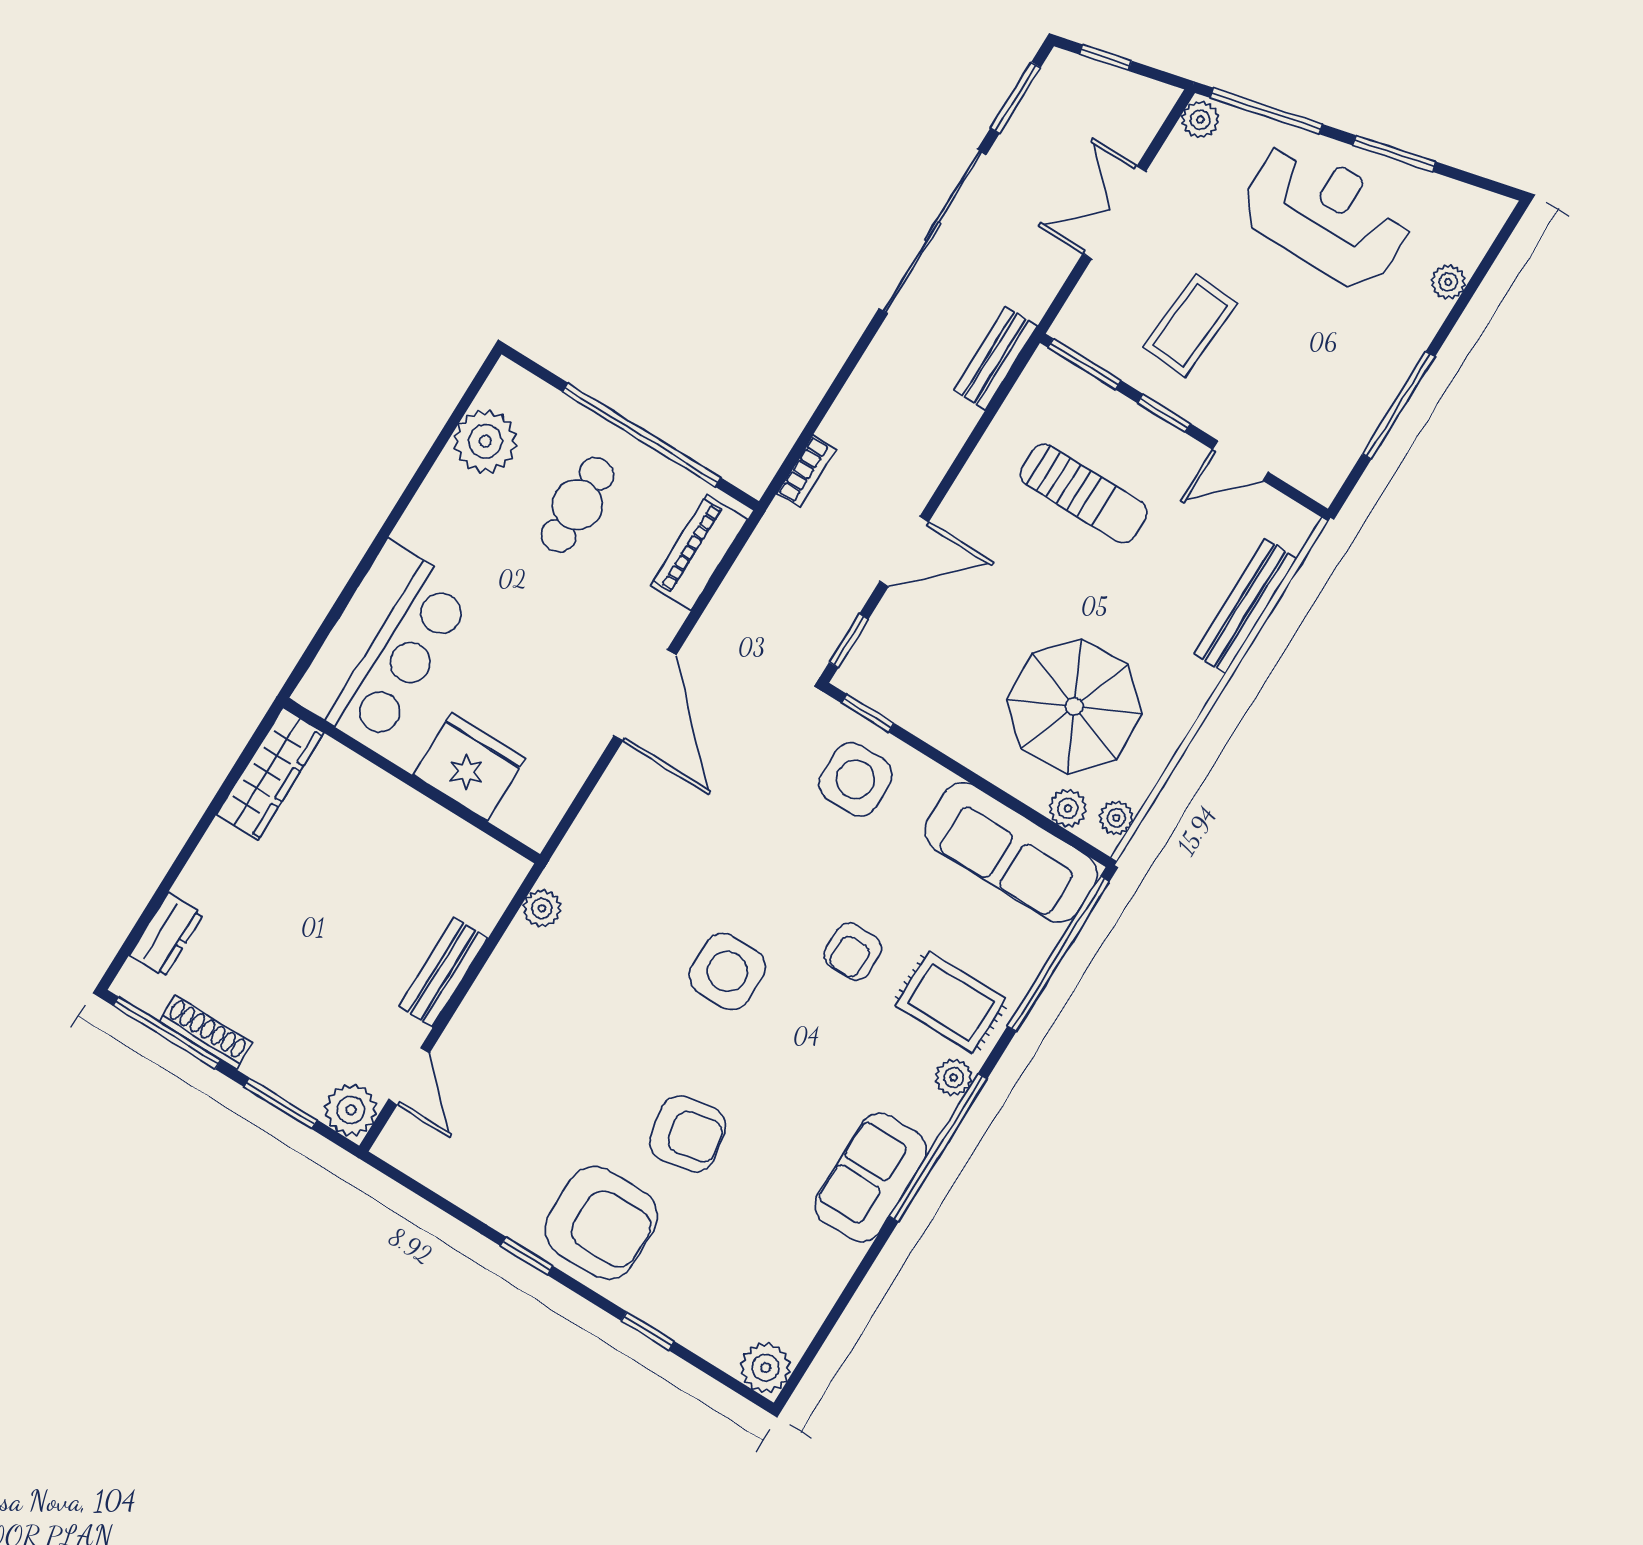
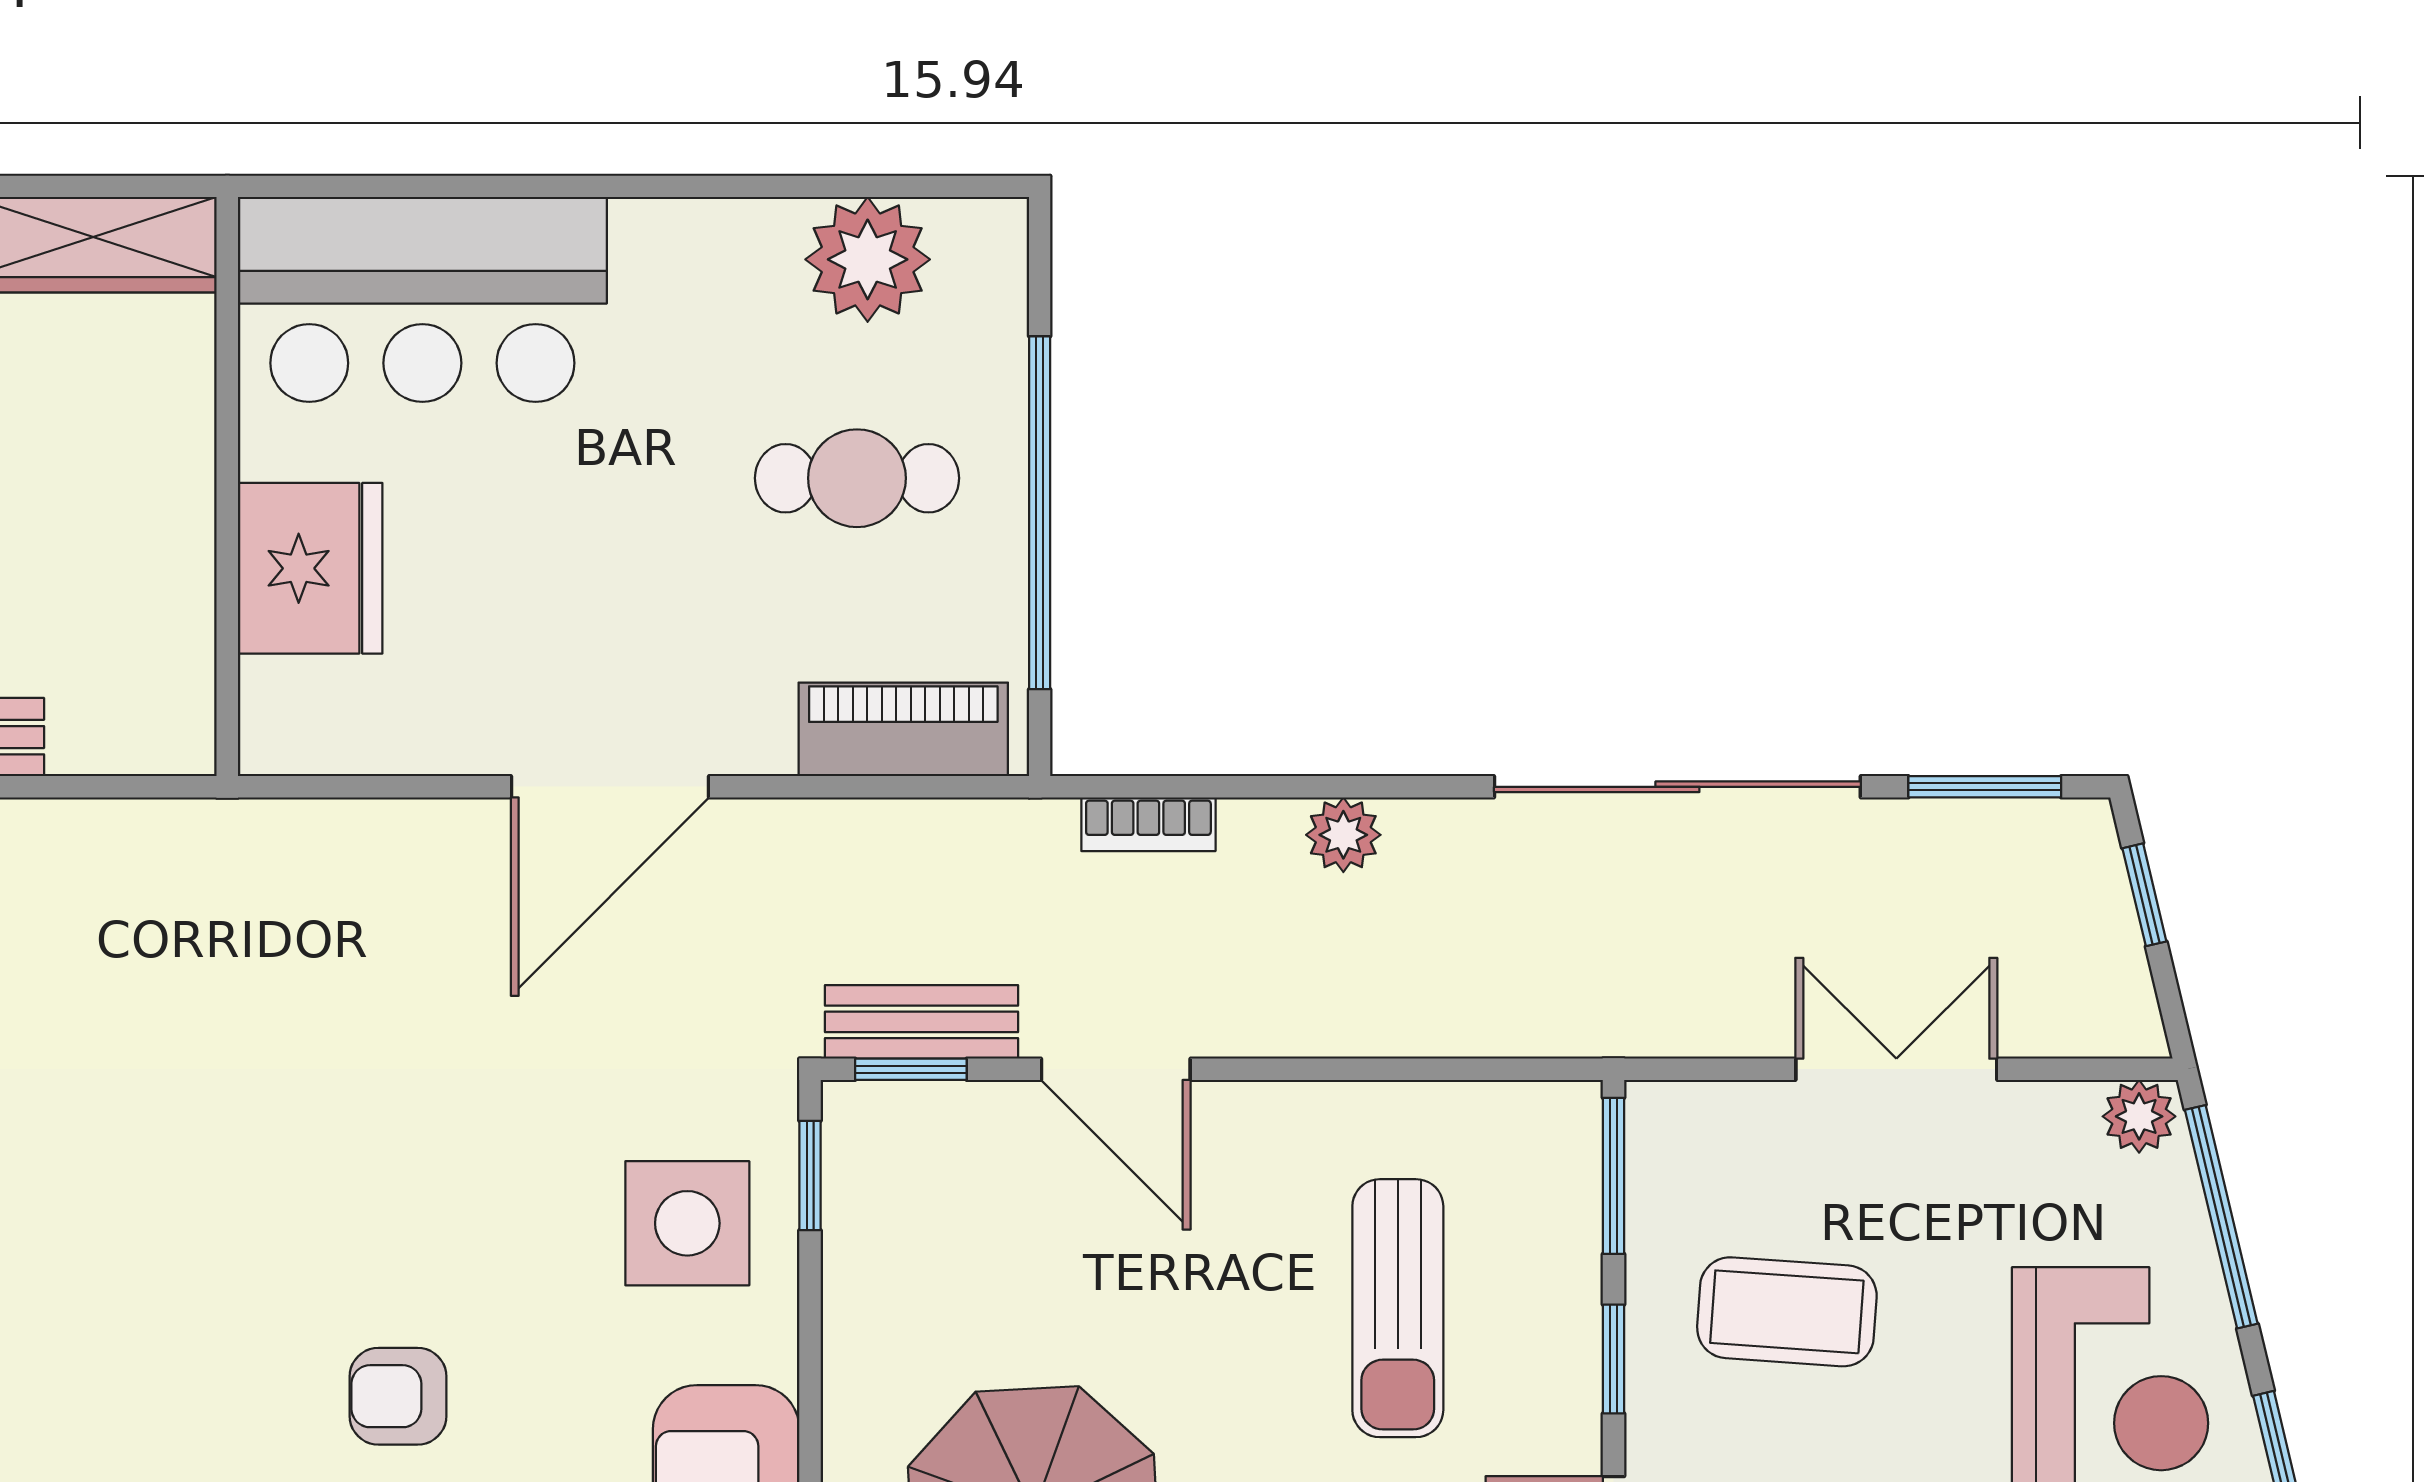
bench: (995, 358) -> (922, 1022), moved
plant: (542, 908) -> (1343, 835), moved
side table: (727, 972) -> (236, 1208), removed

